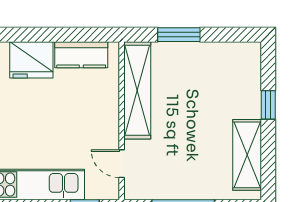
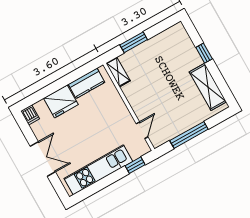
shelving: (137, 90) -> (118, 72), width x0.45, depth x0.75
door: (122, 164) -> (142, 130), swing flipped

